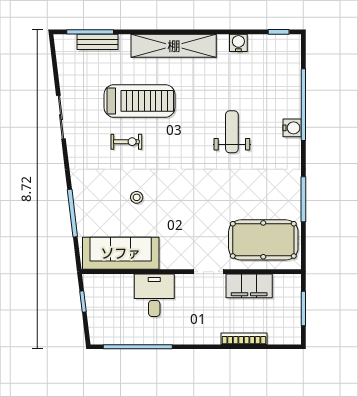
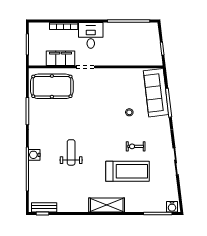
bench: (98, 42) -> (44, 207), moved
water cooler: (238, 43) -> (172, 207), moved
shelving: (174, 46) -> (107, 205), width x0.68
treadmill: (140, 101) -> (128, 171), turned 180
weight bench: (232, 132) -> (71, 152), turned 180
sofa: (121, 253) -> (156, 93), moved, turned 83
desk: (154, 295) -> (91, 35), moved, turned 180

